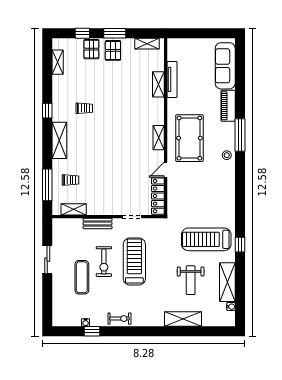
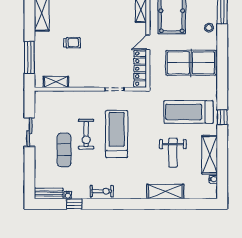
trolley: (70, 180) -> (72, 43), moved
table tennis table: (209, 190) -> (191, 63), added
bench: (98, 223) -> (49, 194), moved

